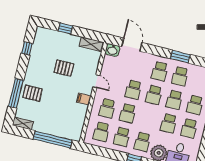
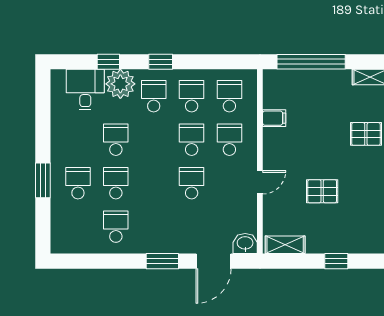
door: (132, 45) -> (214, 261), hinge flipped
window: (180, 57) -> (162, 261), moved
school desk: (160, 71) -> (154, 227), removed
door: (96, 81) -> (260, 182), swing flipped
school desk: (154, 95) -> (154, 183), removed
filing cabinet: (84, 99) -> (274, 118), moved
school desk: (189, 128) -> (78, 140), removed

